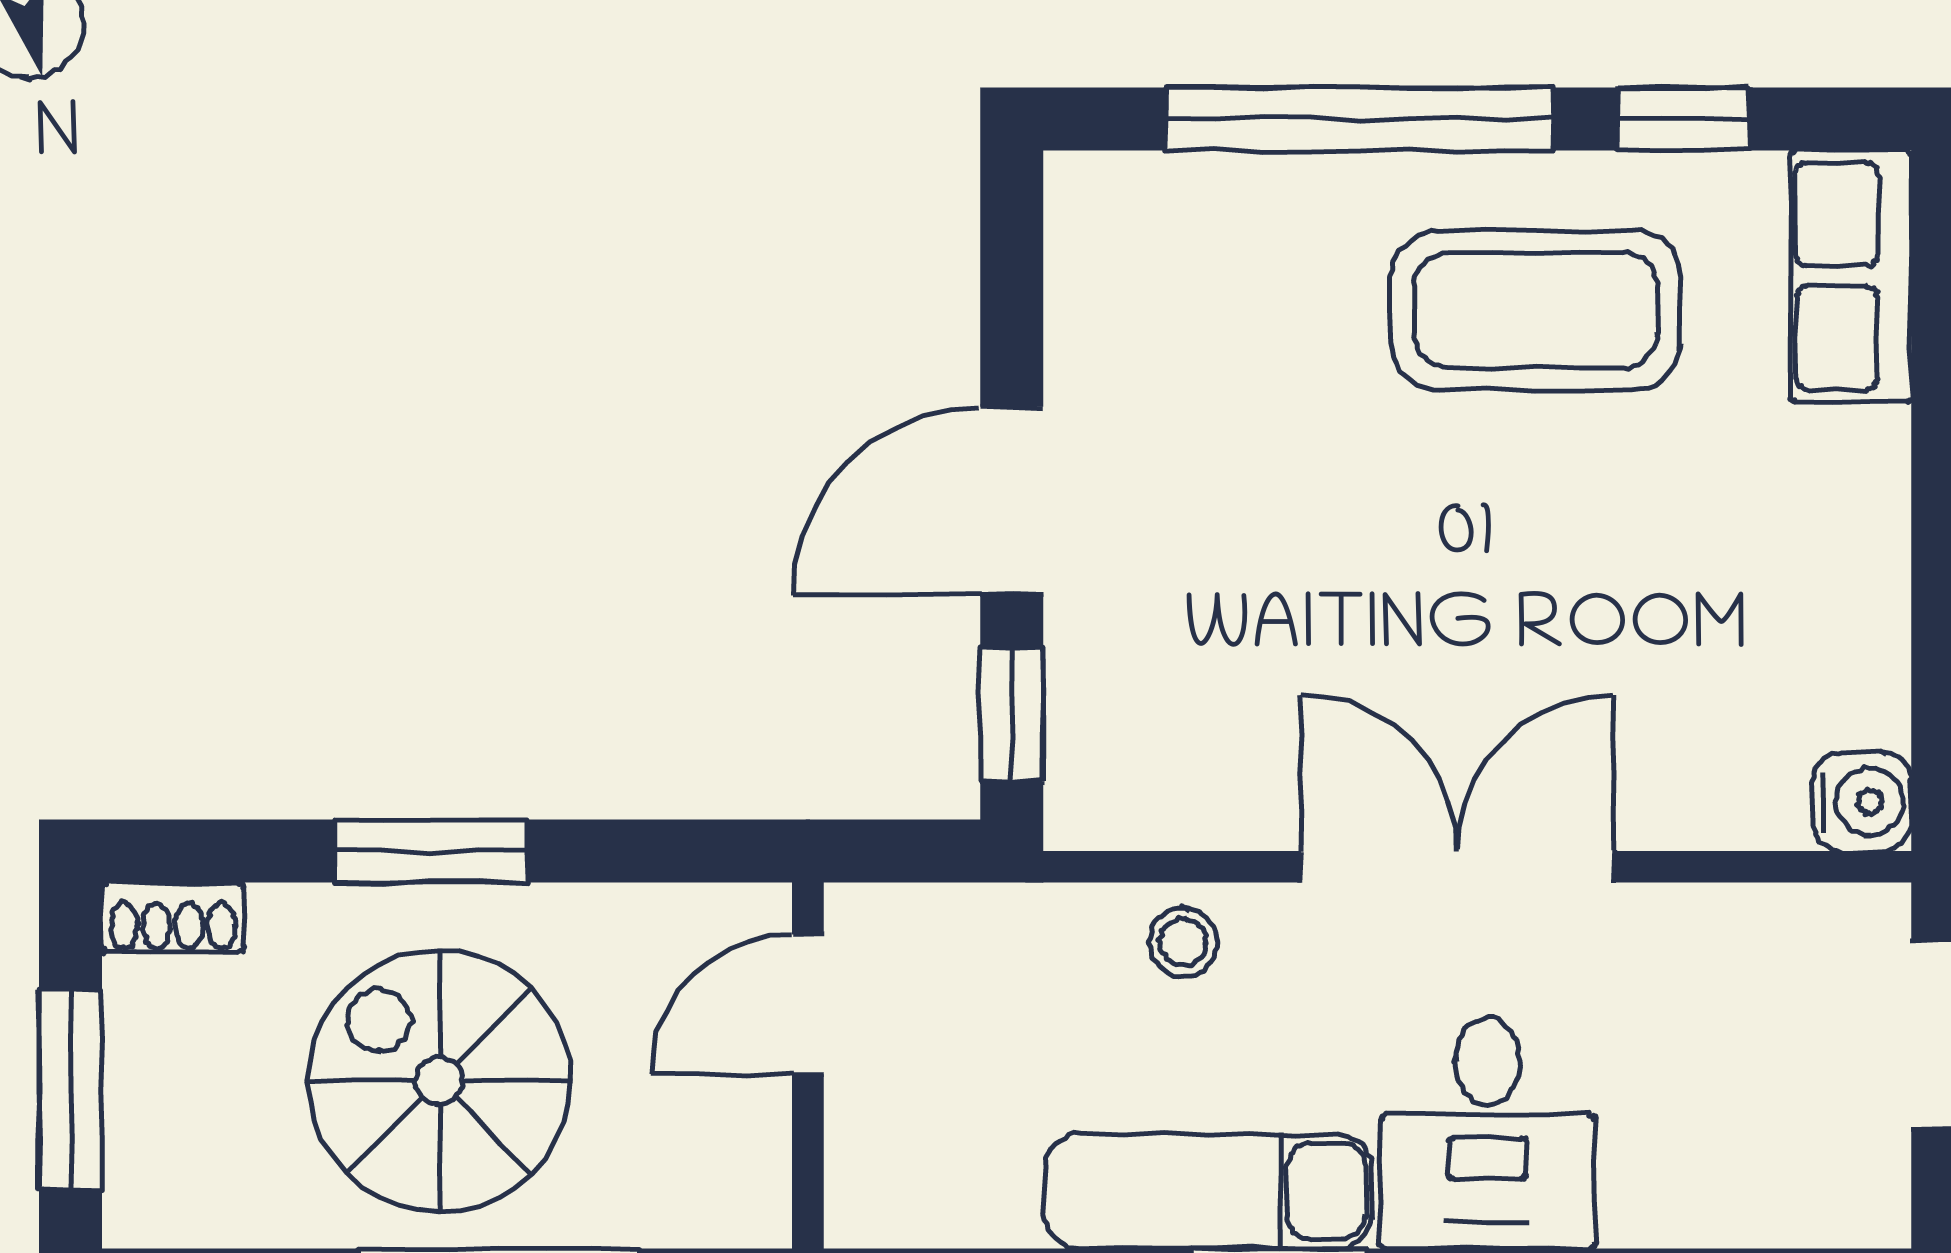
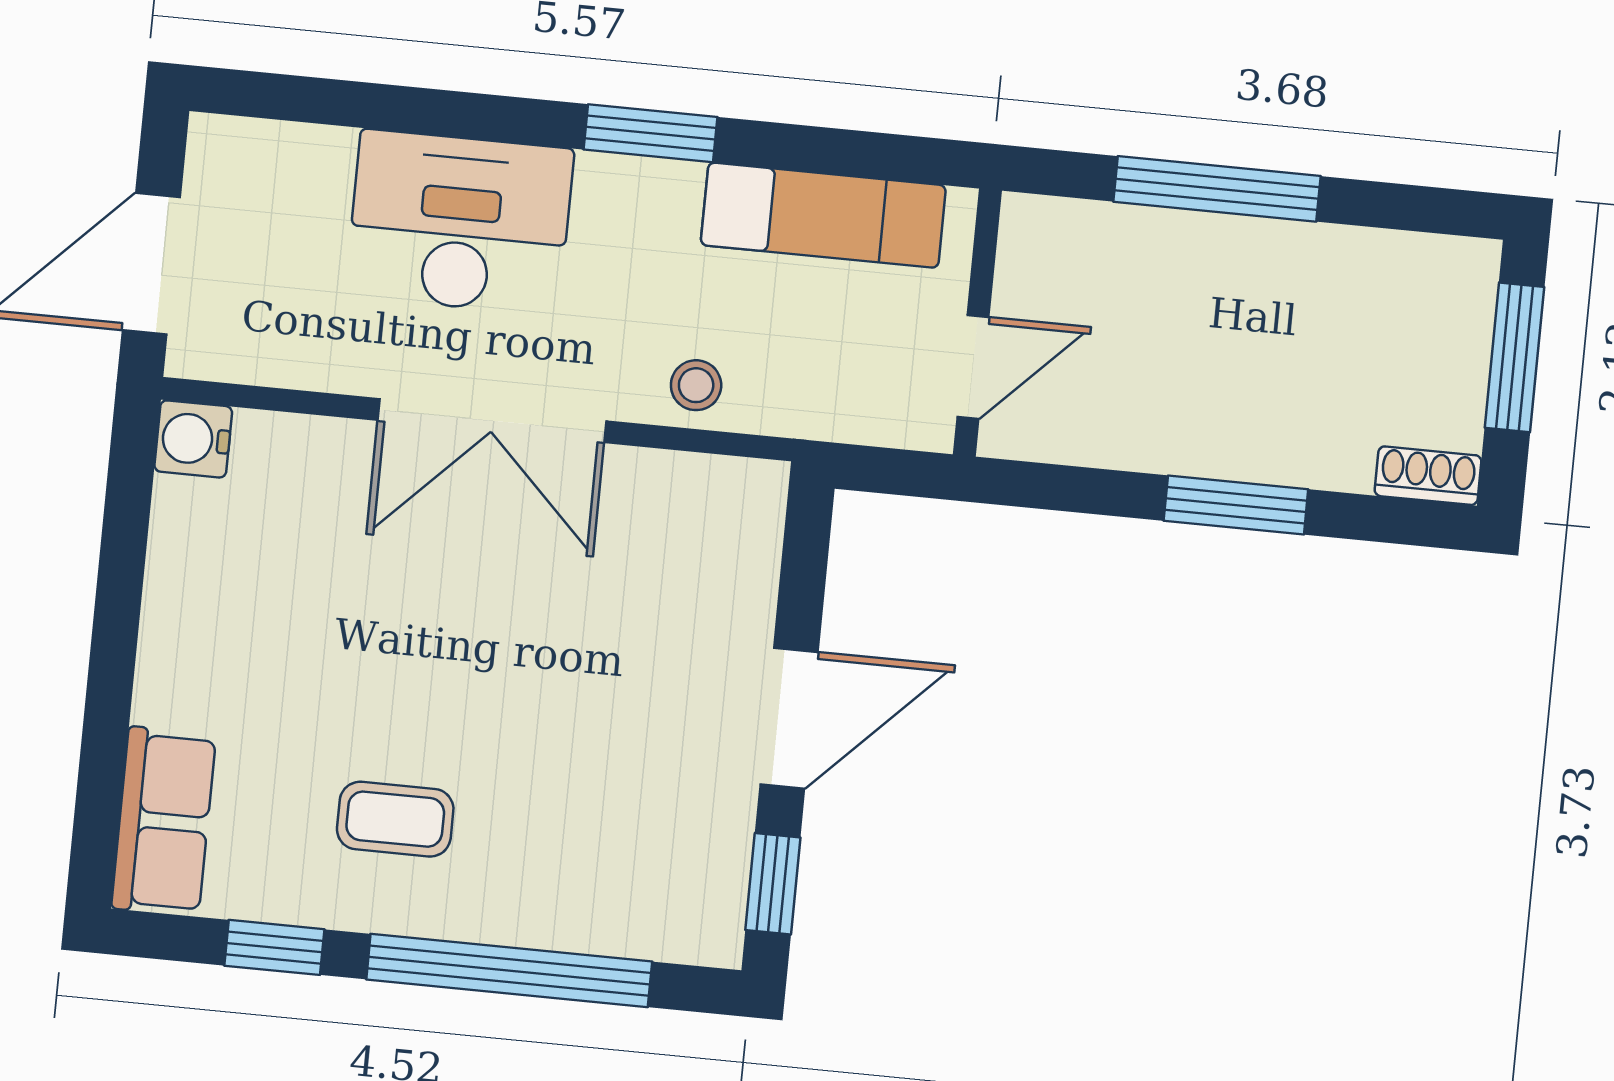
coffee table: (1536, 310) -> (395, 819), width x0.54, depth x0.58
window: (1012, 715) -> (773, 884), moved
spiral stairs: (439, 1081) -> (1246, 338), removed
desk: (1488, 1133) -> (460, 222), width x1.37
exam couch: (1209, 1191) -> (823, 215), moved

